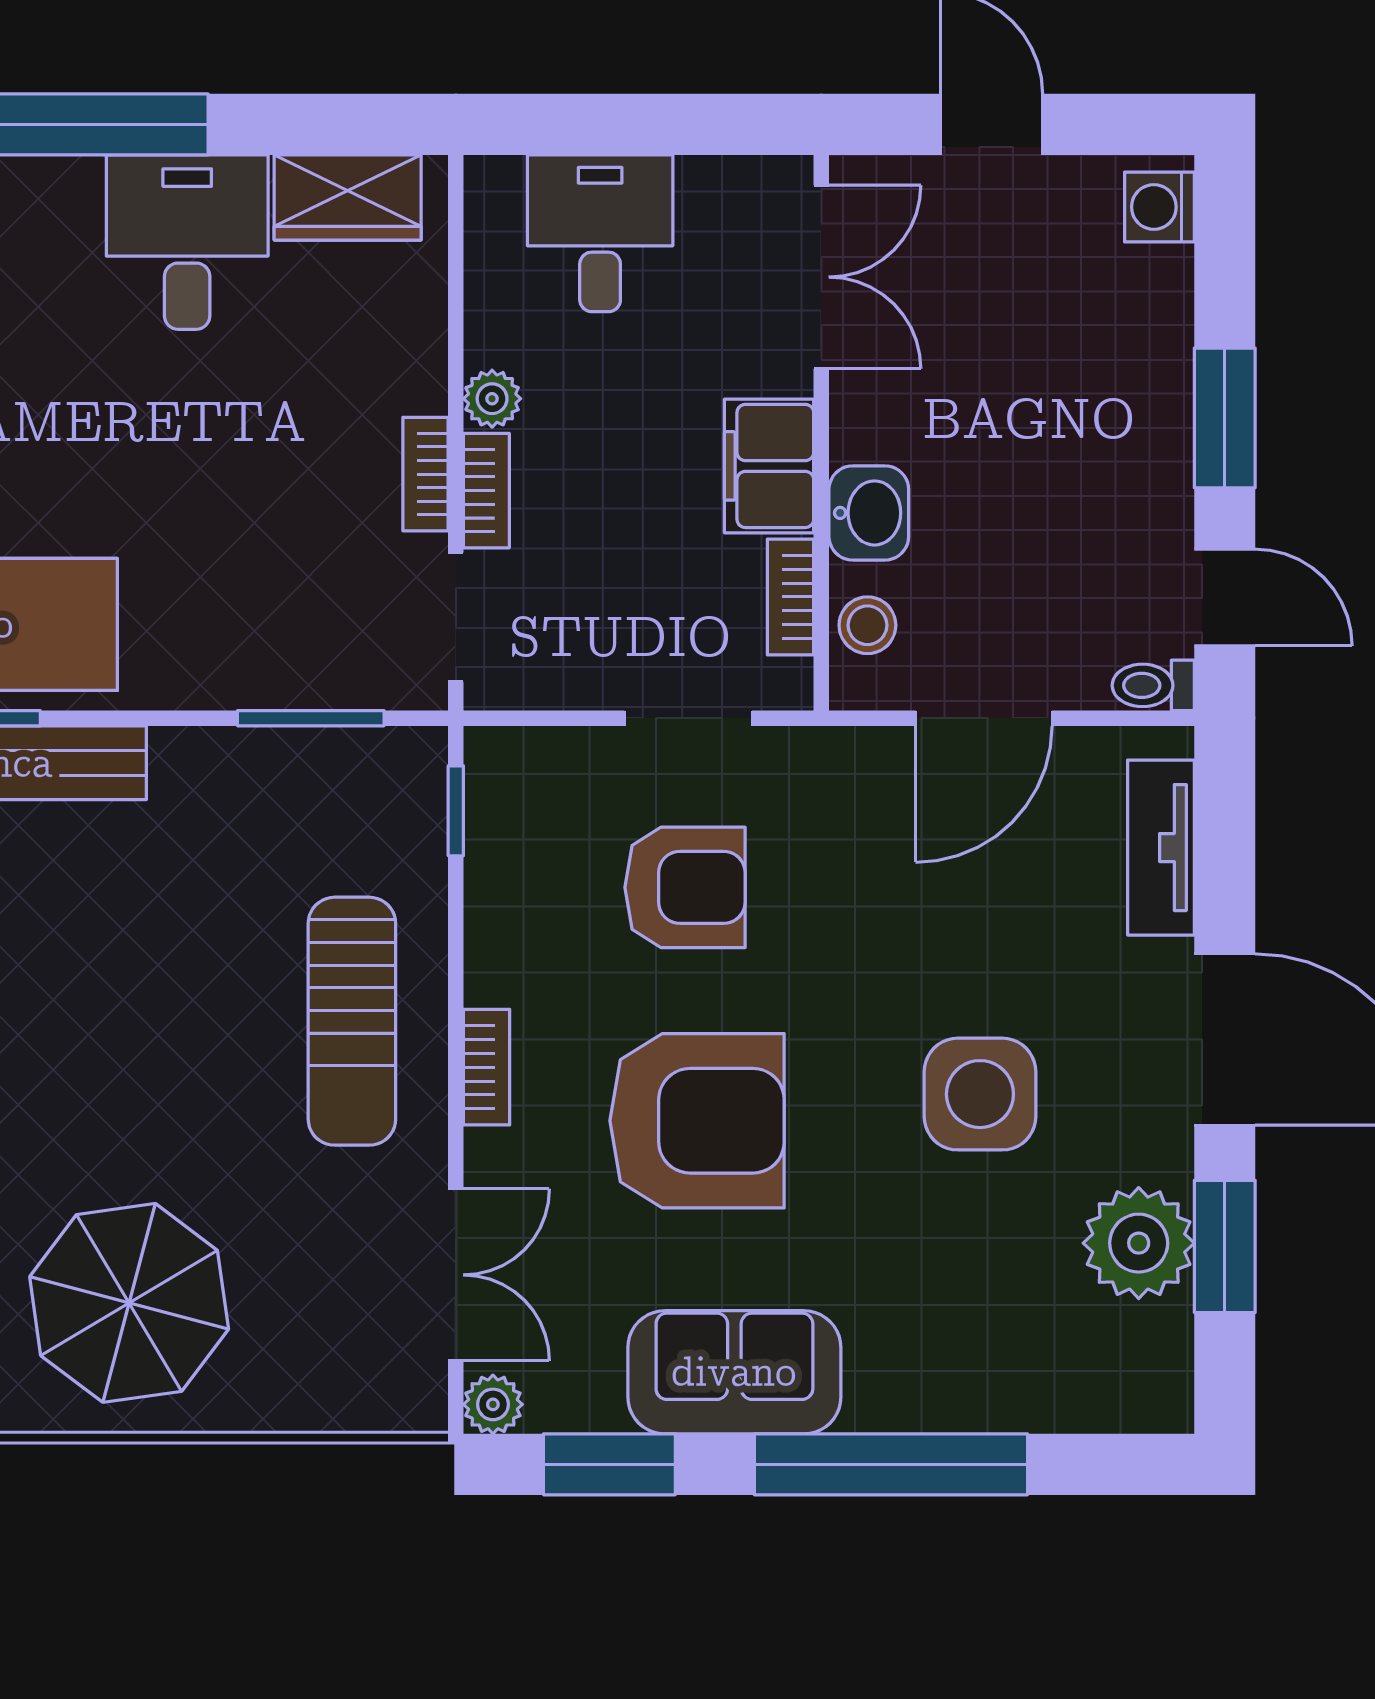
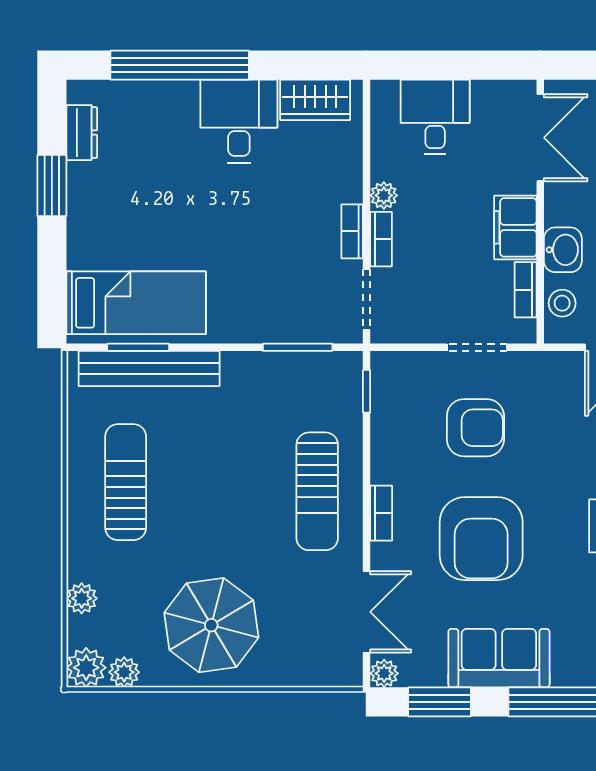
armchair: (697, 1121) -> (481, 539), turned 90

